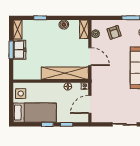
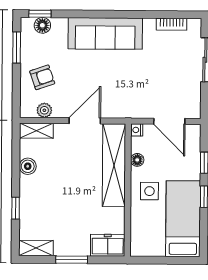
freezer: (19, 50) -> (108, 245), moved
side table: (21, 94) -> (149, 191), moved

